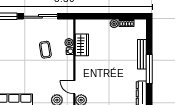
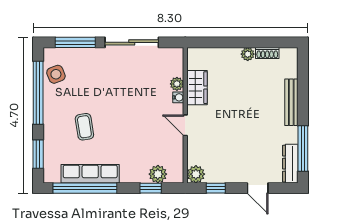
coffee table: (45, 50) -> (84, 127), moved
window: (149, 69) -> (303, 148), moved
door: (74, 87) -> (185, 125), moved

